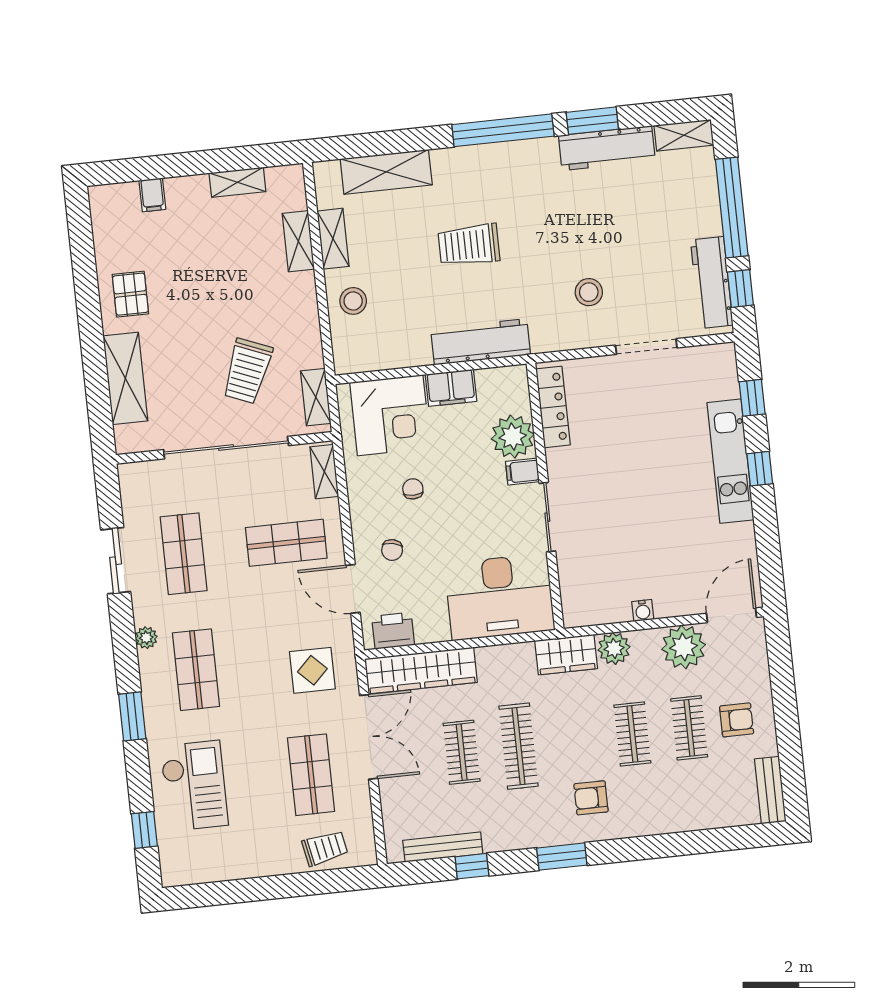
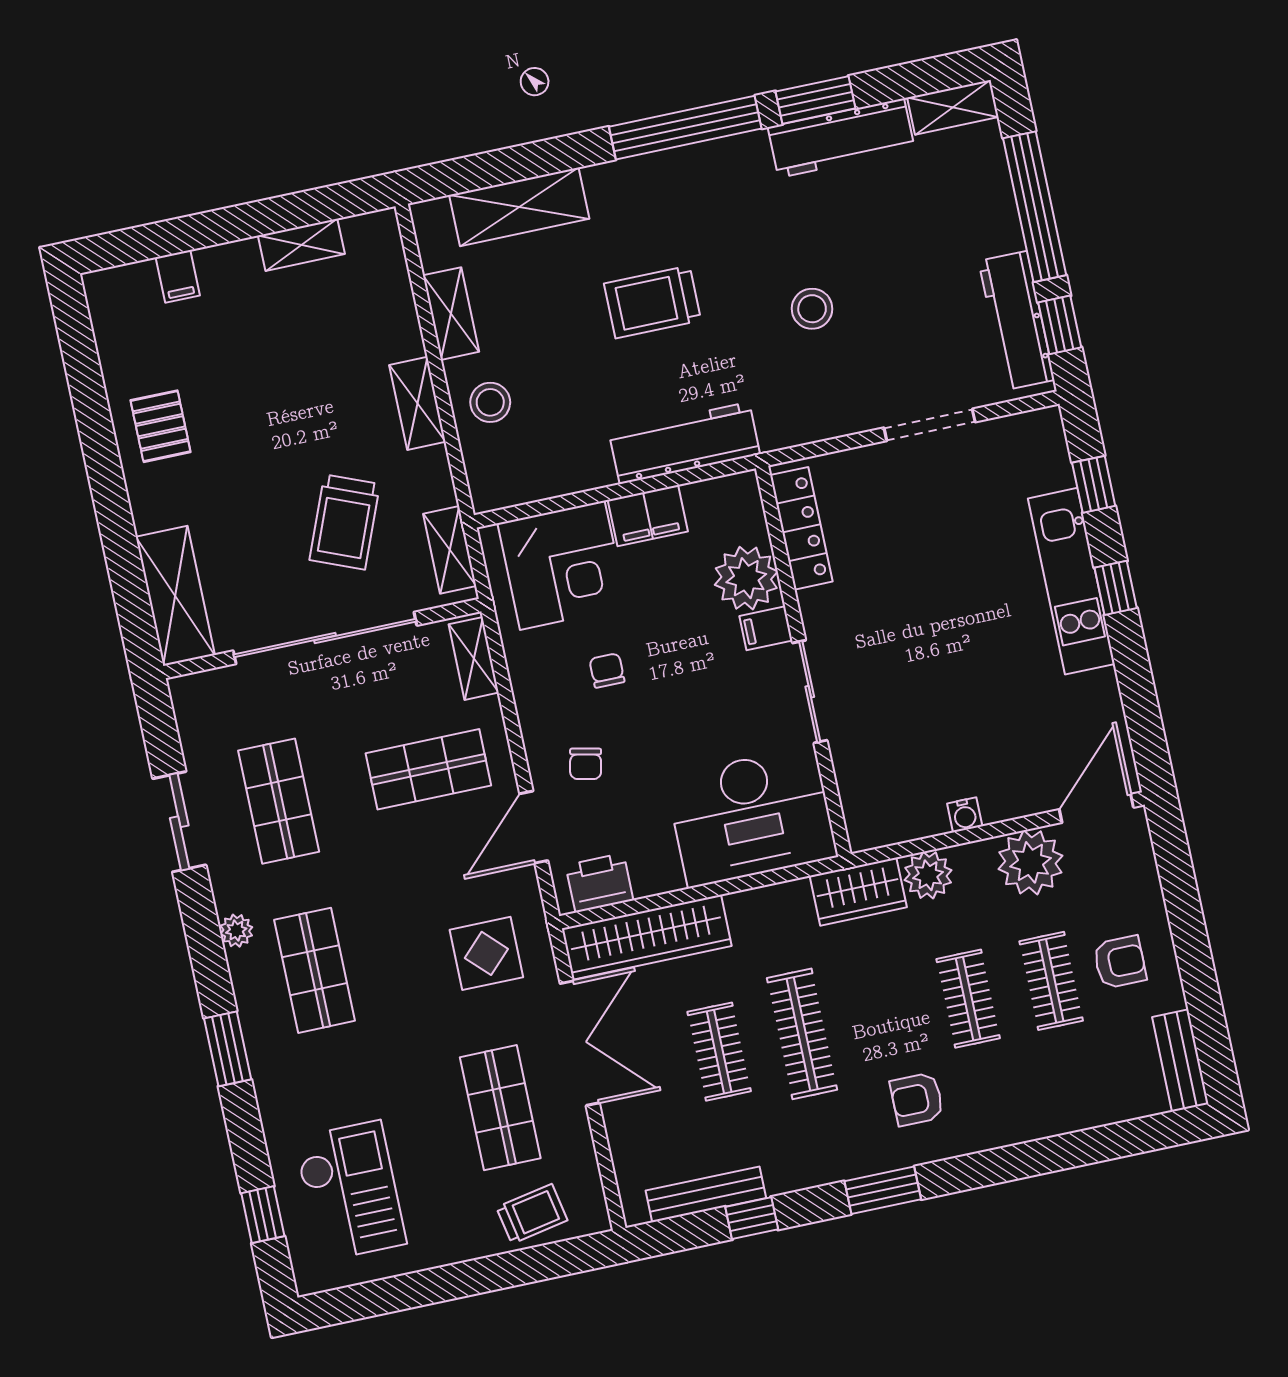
shelving: (298, 241) -> (417, 403), moved
stool: (589, 292) -> (812, 309), moved
shelving: (125, 378) -> (175, 596), moved
door: (353, 589) -> (534, 827), hinge flipped
checkout: (194, 786) -> (350, 1191), moved

